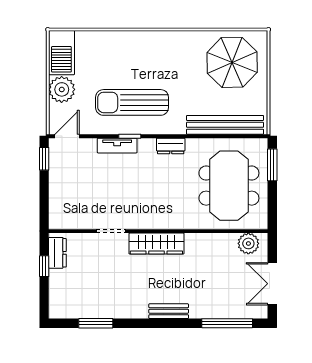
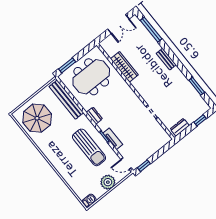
barbecue: (61, 53) -> (89, 201), width x0.53, depth x0.65
plant: (248, 243) -> (109, 48), removed
wardrobe: (156, 244) -> (124, 67), moved
window: (44, 266) -> (200, 120), moved

